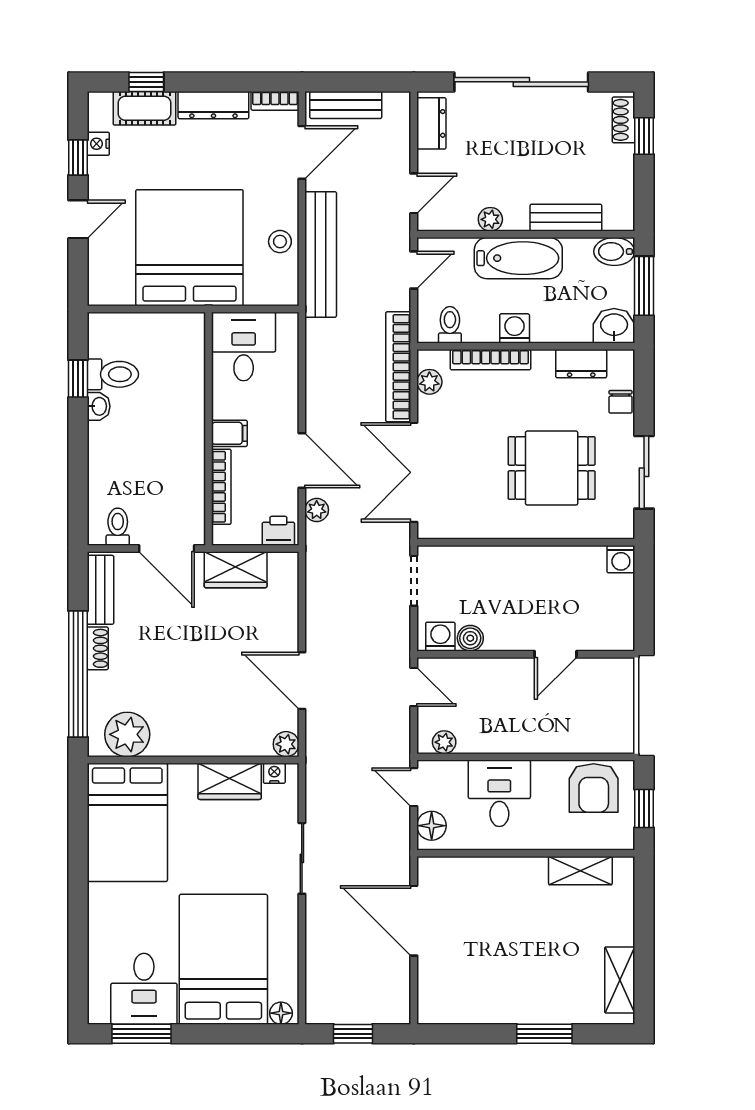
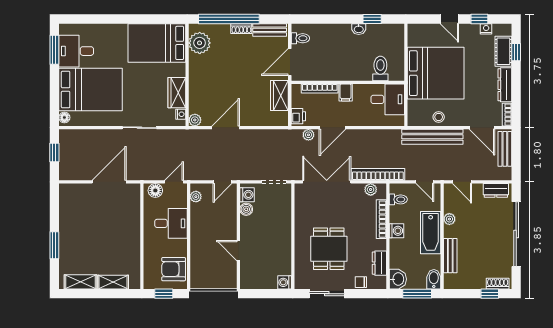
toilet: (113, 374) -> (380, 68), moved, turned 180
shelving: (580, 871) -> (113, 282), moved, turned 90

